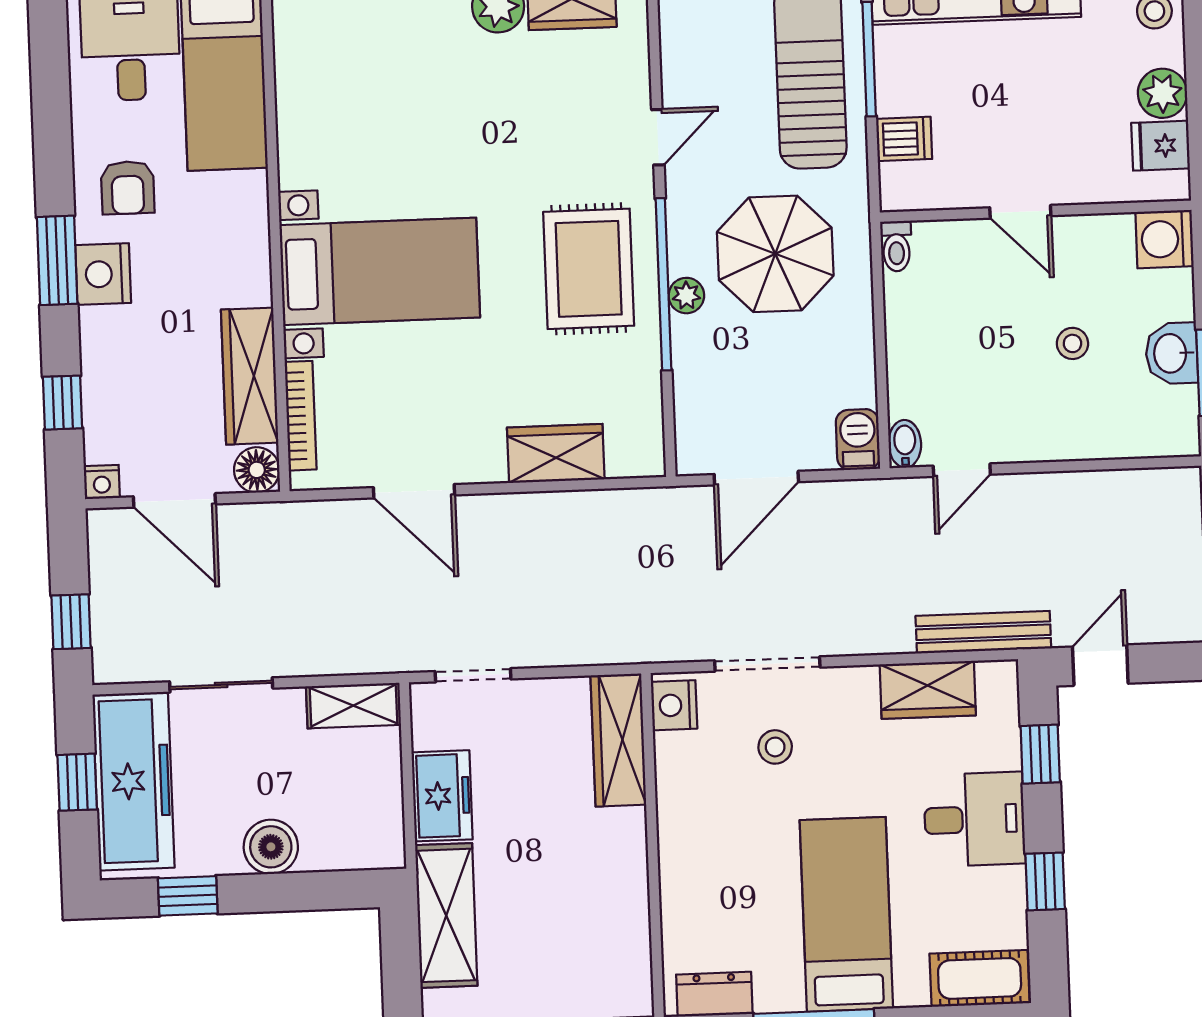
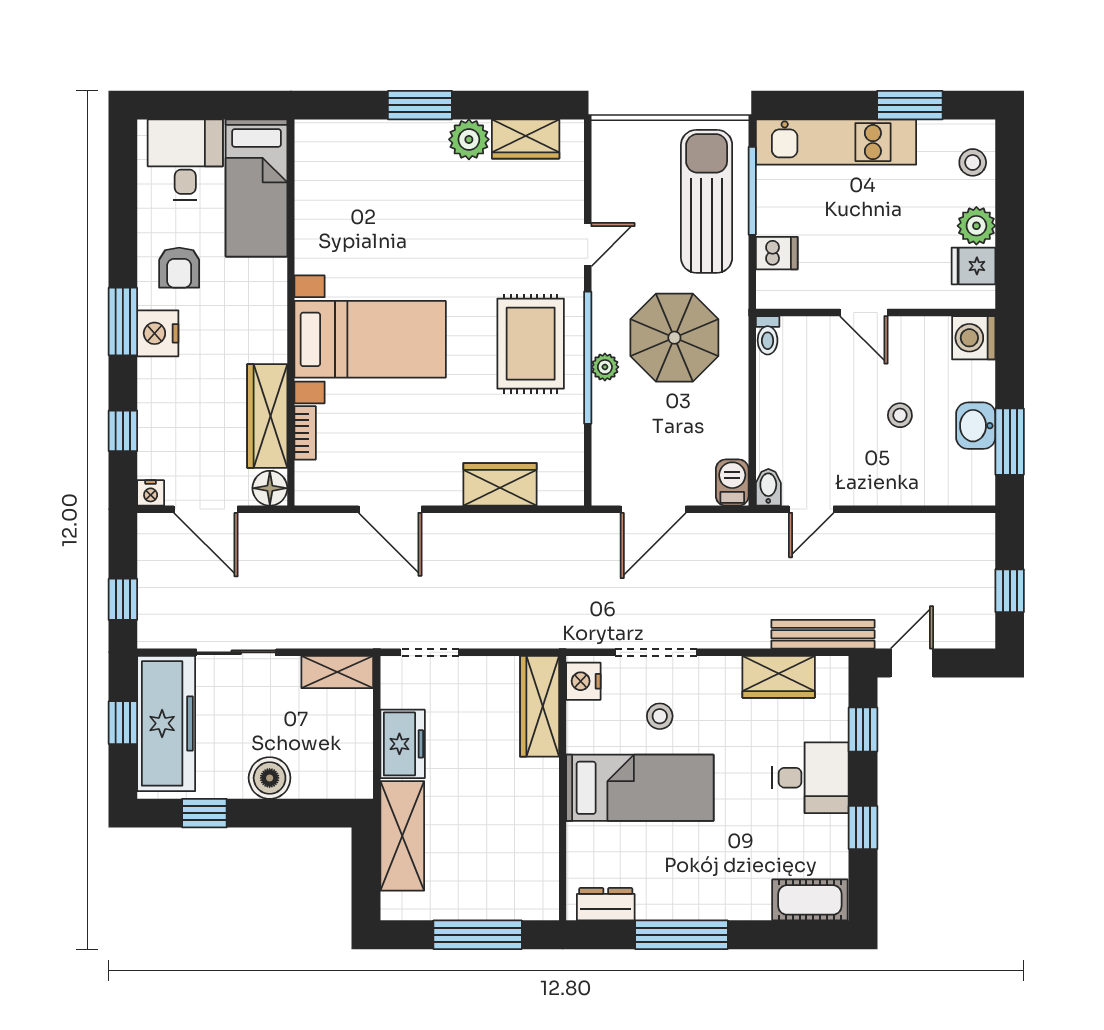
bookcase: (301, 416) -> (305, 433), width x0.64
bed: (846, 914) -> (640, 788), moved, turned 90

